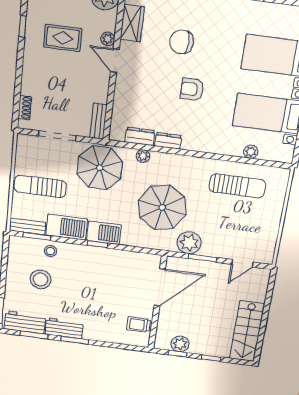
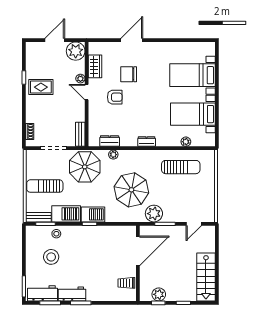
rug: (63, 38) -> (41, 87), moved
armchair: (192, 89) -> (115, 97), moved, turned 180
dresser: (168, 141) -> (147, 142), moved

